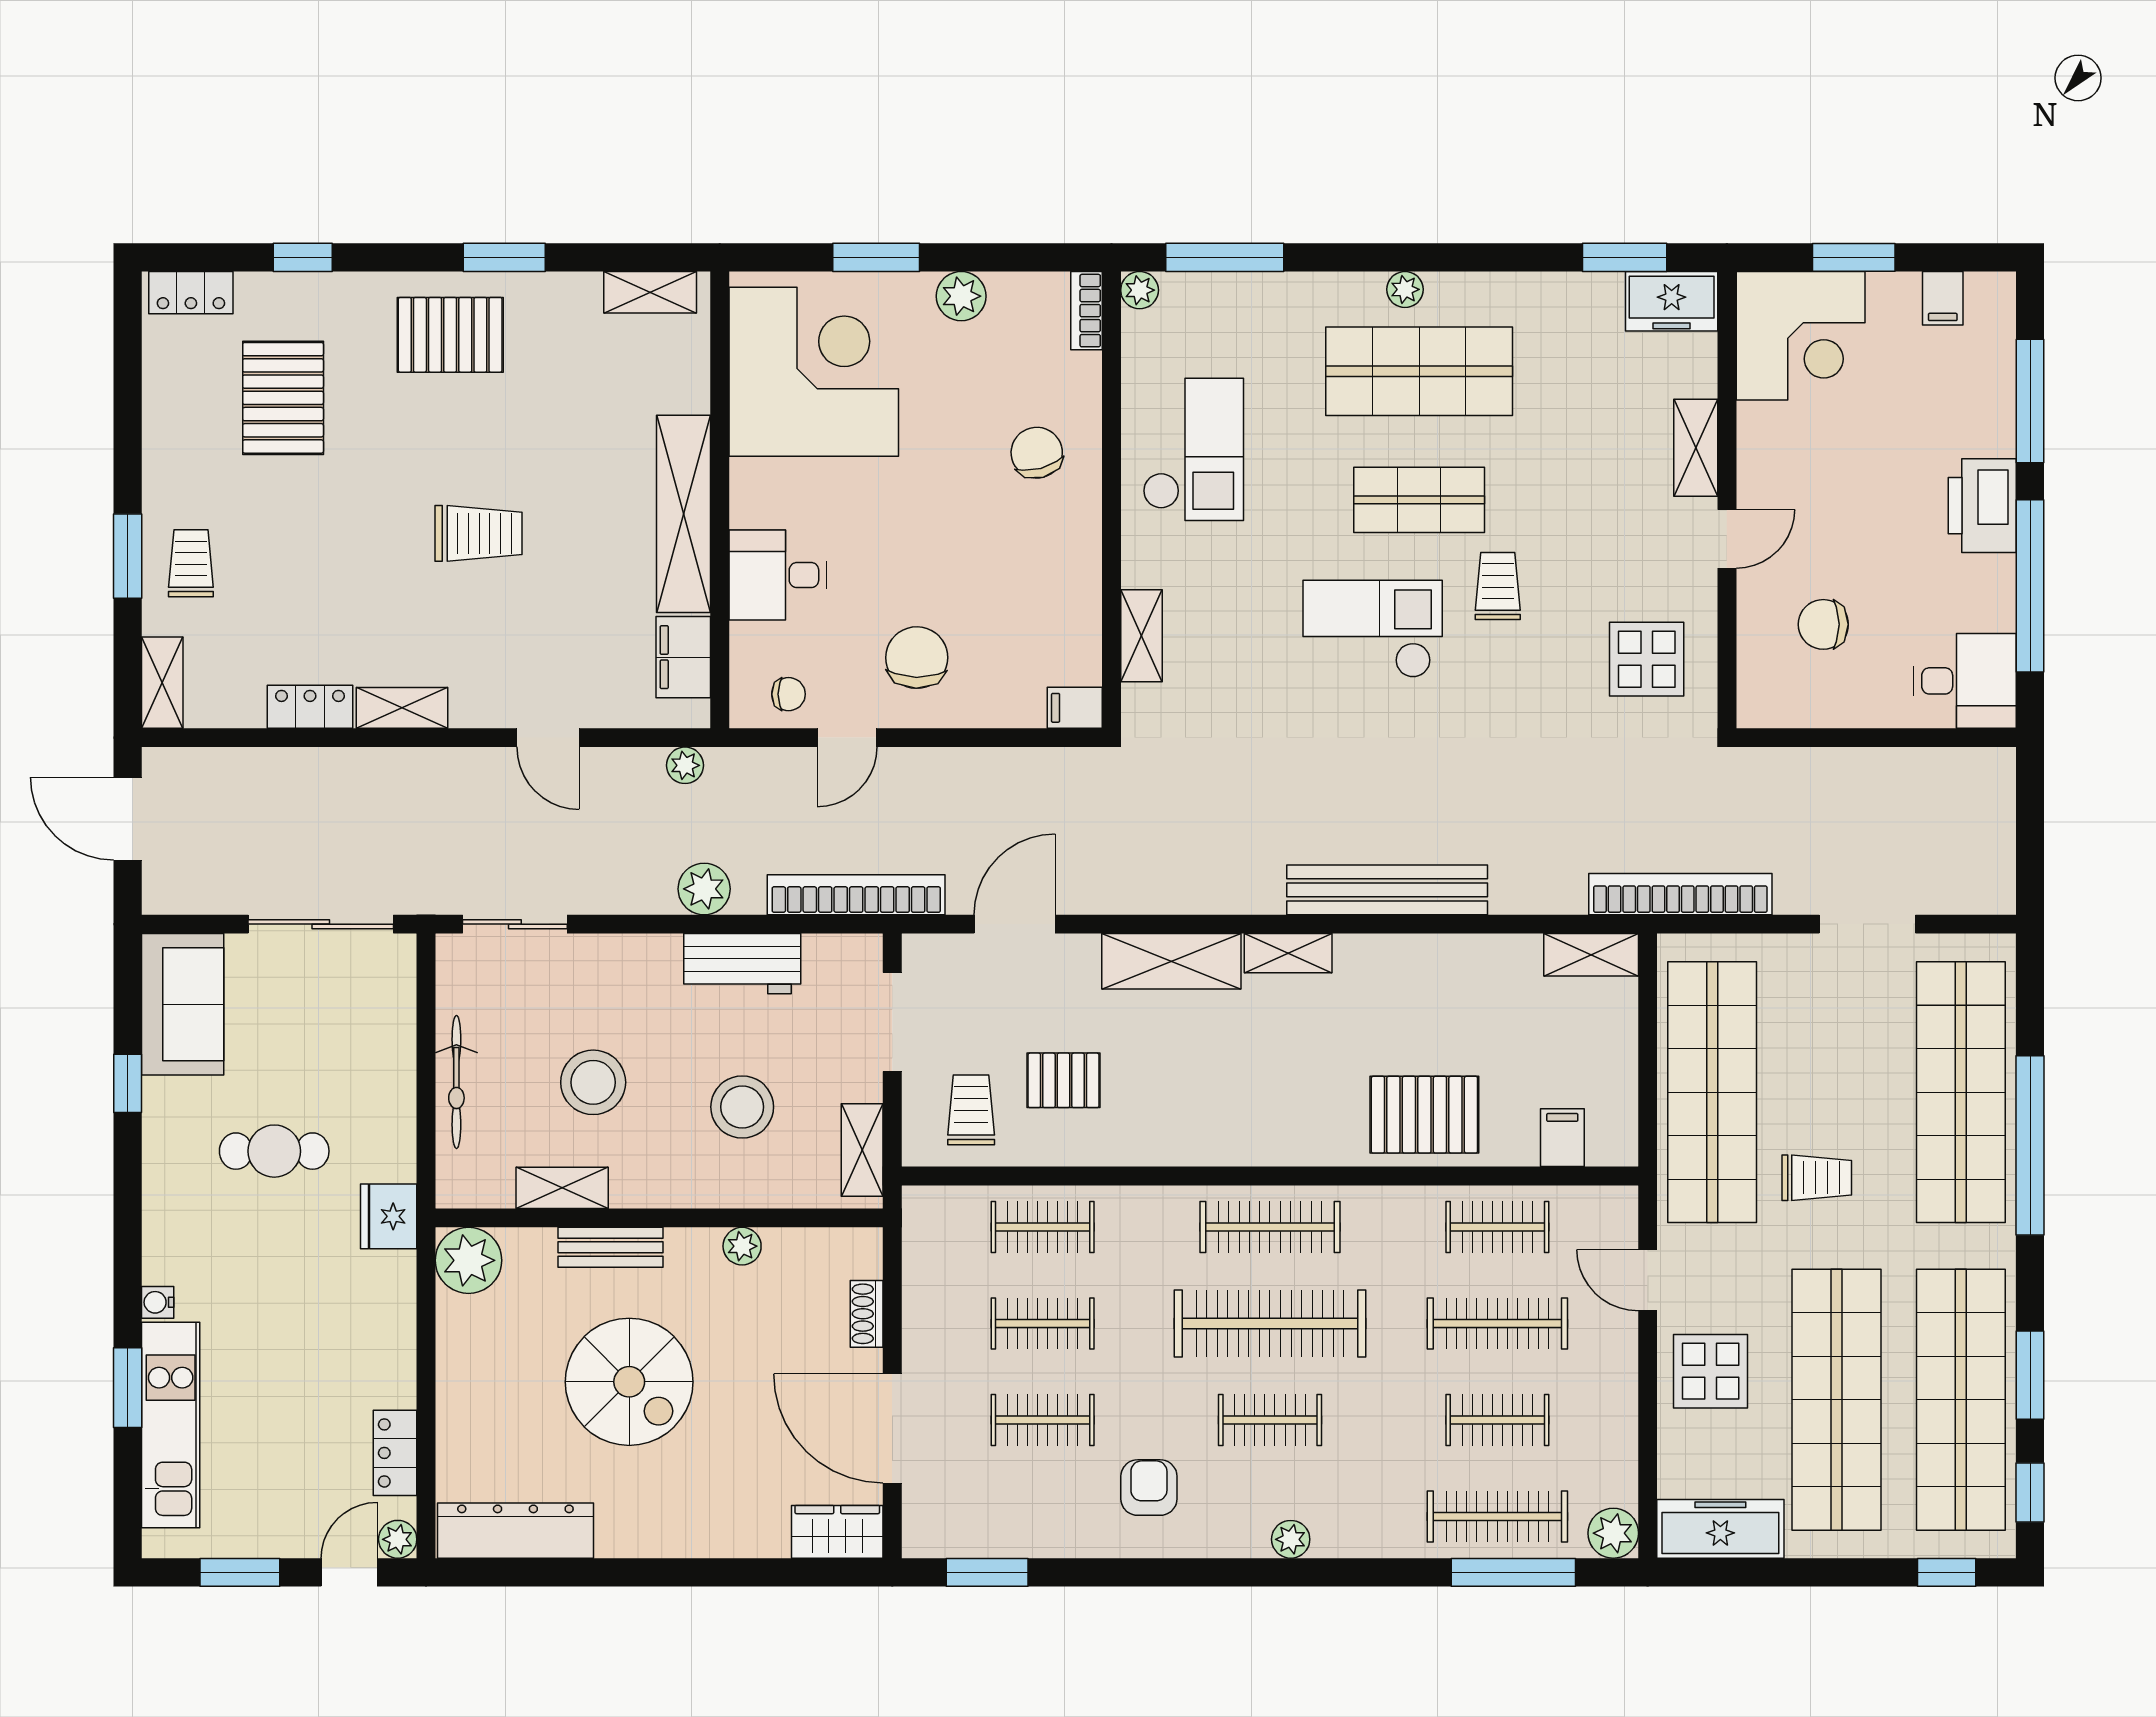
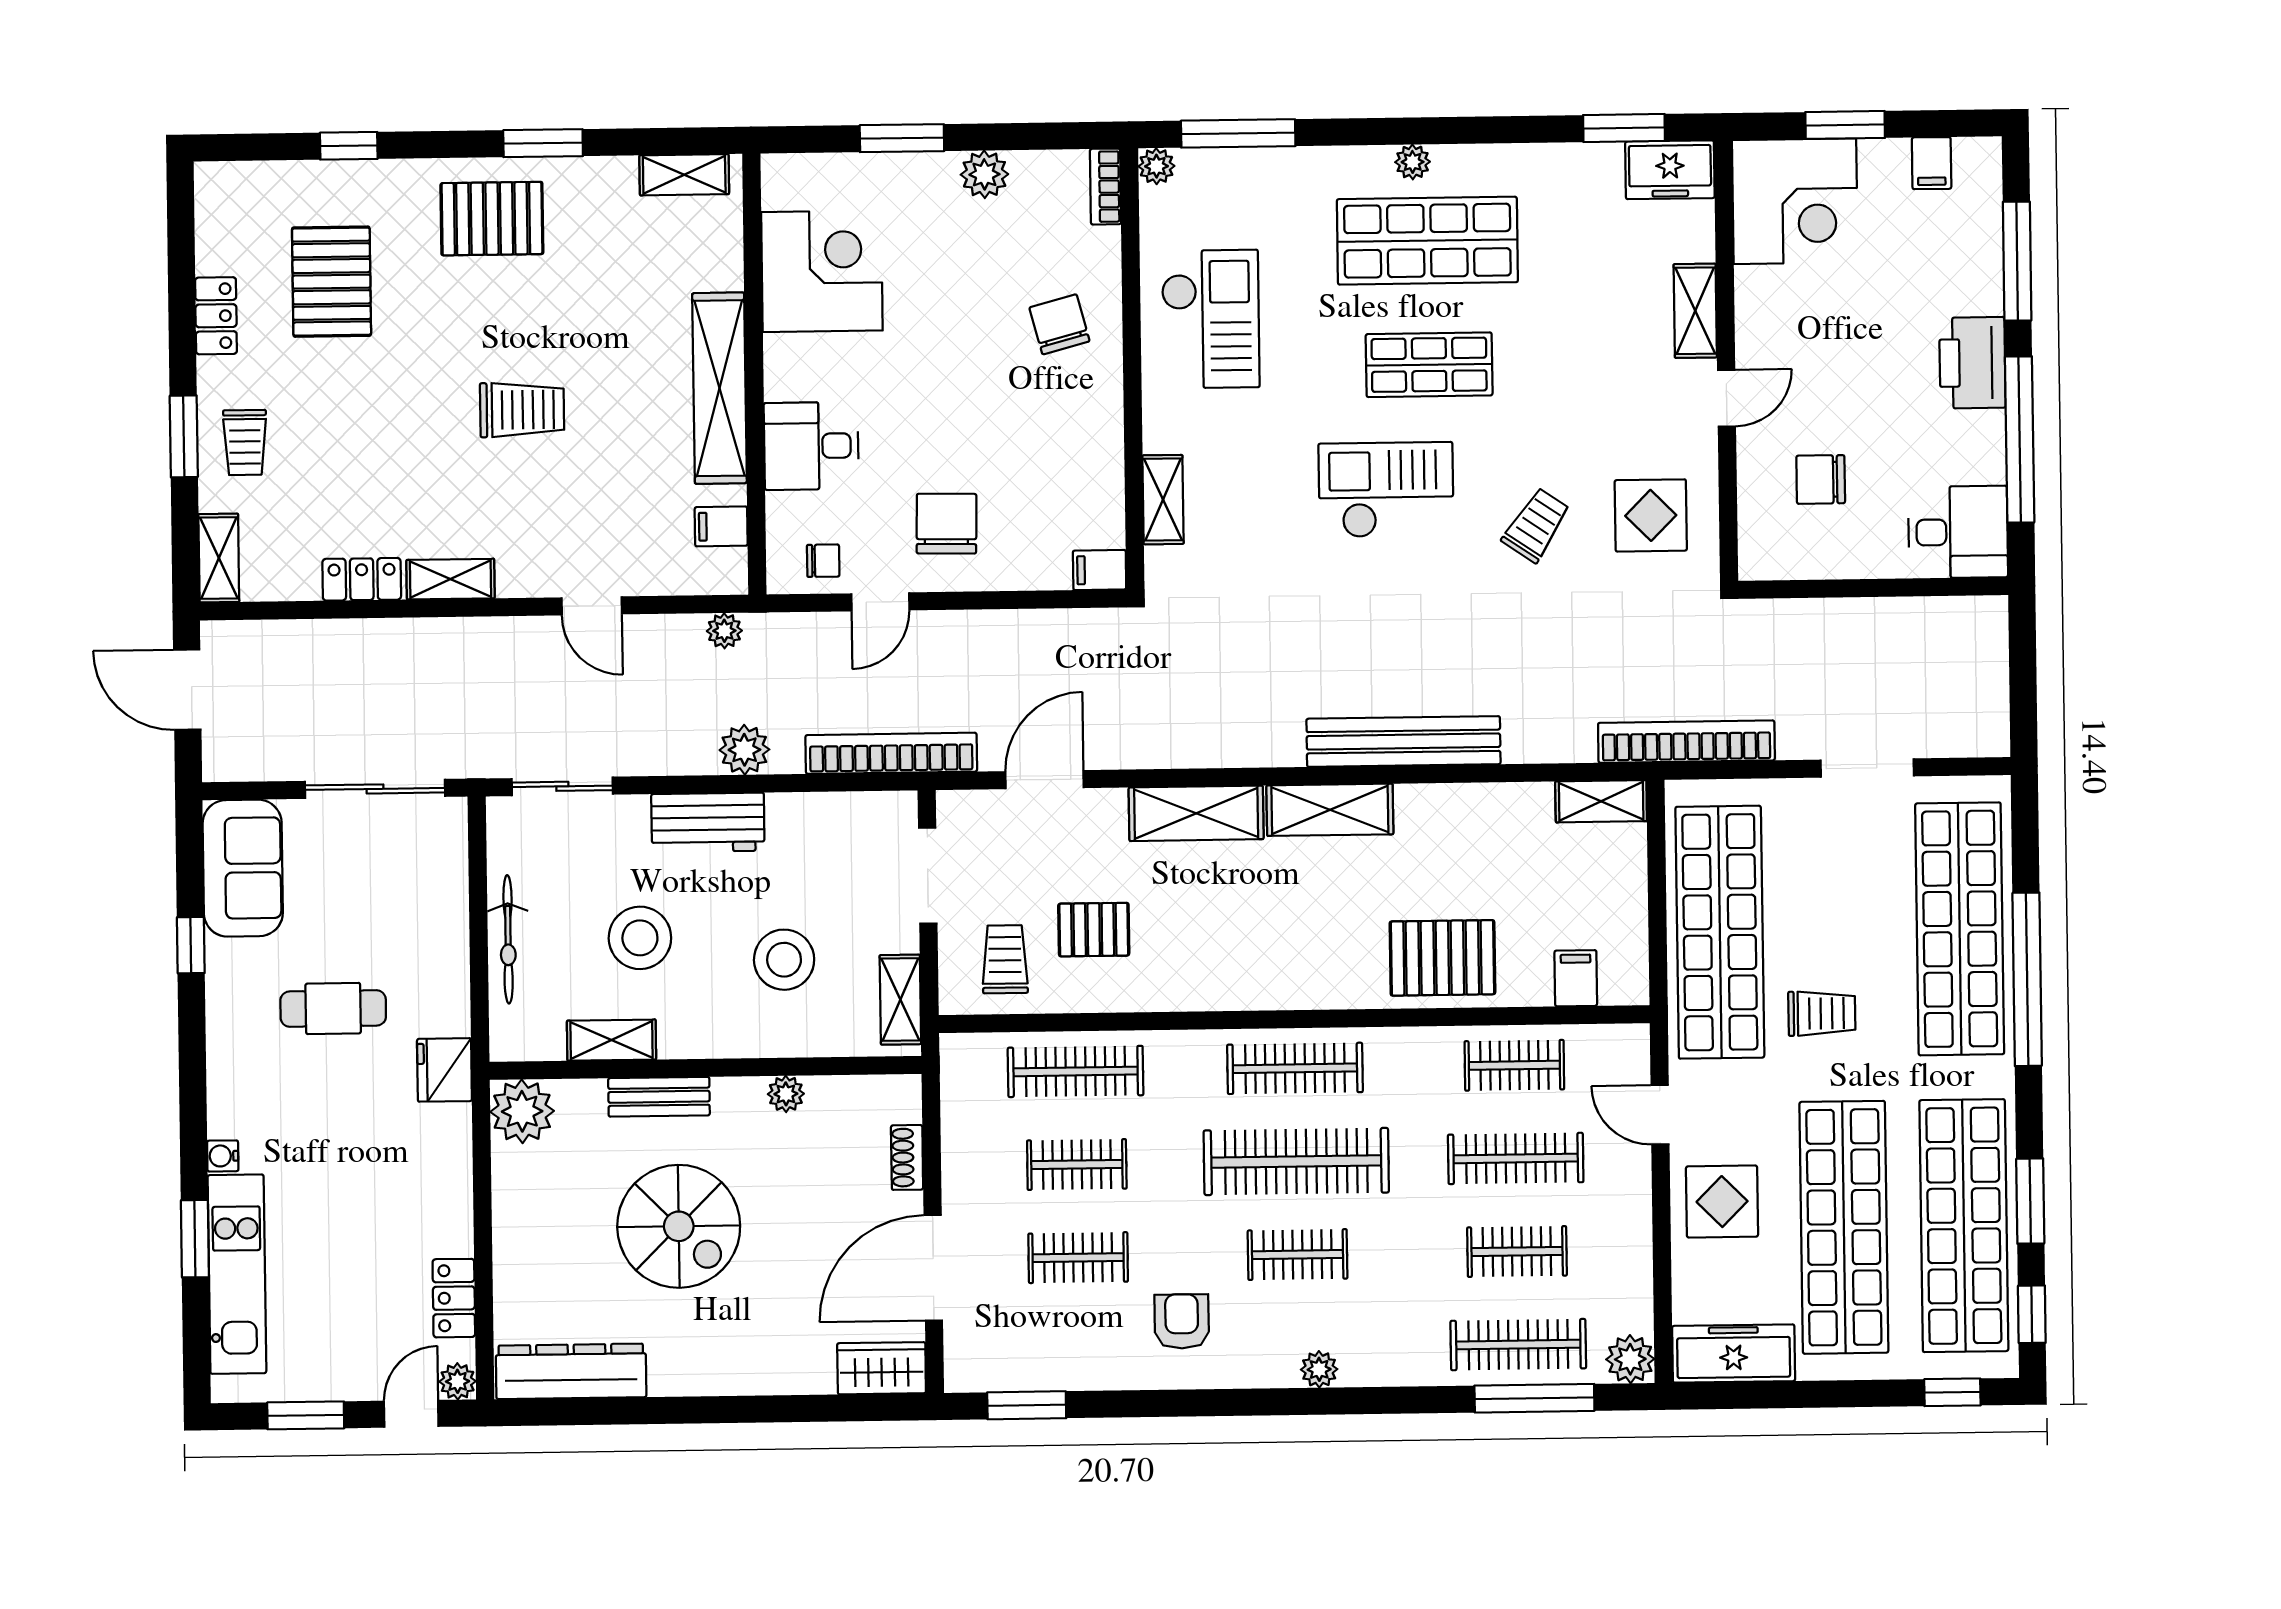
locker: (191, 293) -> (216, 316), moved, turned -90
corner desk: (814, 372) -> (822, 271), width x0.74, depth x0.74
trolley: (191, 563) -> (245, 442), turned 180
trolley: (1498, 586) -> (1536, 525), moved, turned 34
filing cabinet: (683, 657) -> (721, 526), width x0.50
shelving: (1288, 953) -> (1330, 810), width x1.50, depth x1.33
workbench: (742, 964) -> (708, 822), moved
clothes rail: (1043, 1227) -> (1076, 1071), width x1.36
door: (892, 1428) -> (933, 1268), hinge flipped

